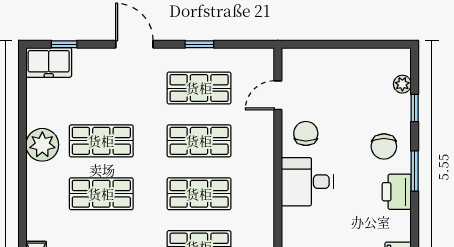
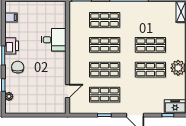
chair: (306, 133) -> (54, 73), removed
desk: (307, 182) -> (54, 40), moved

